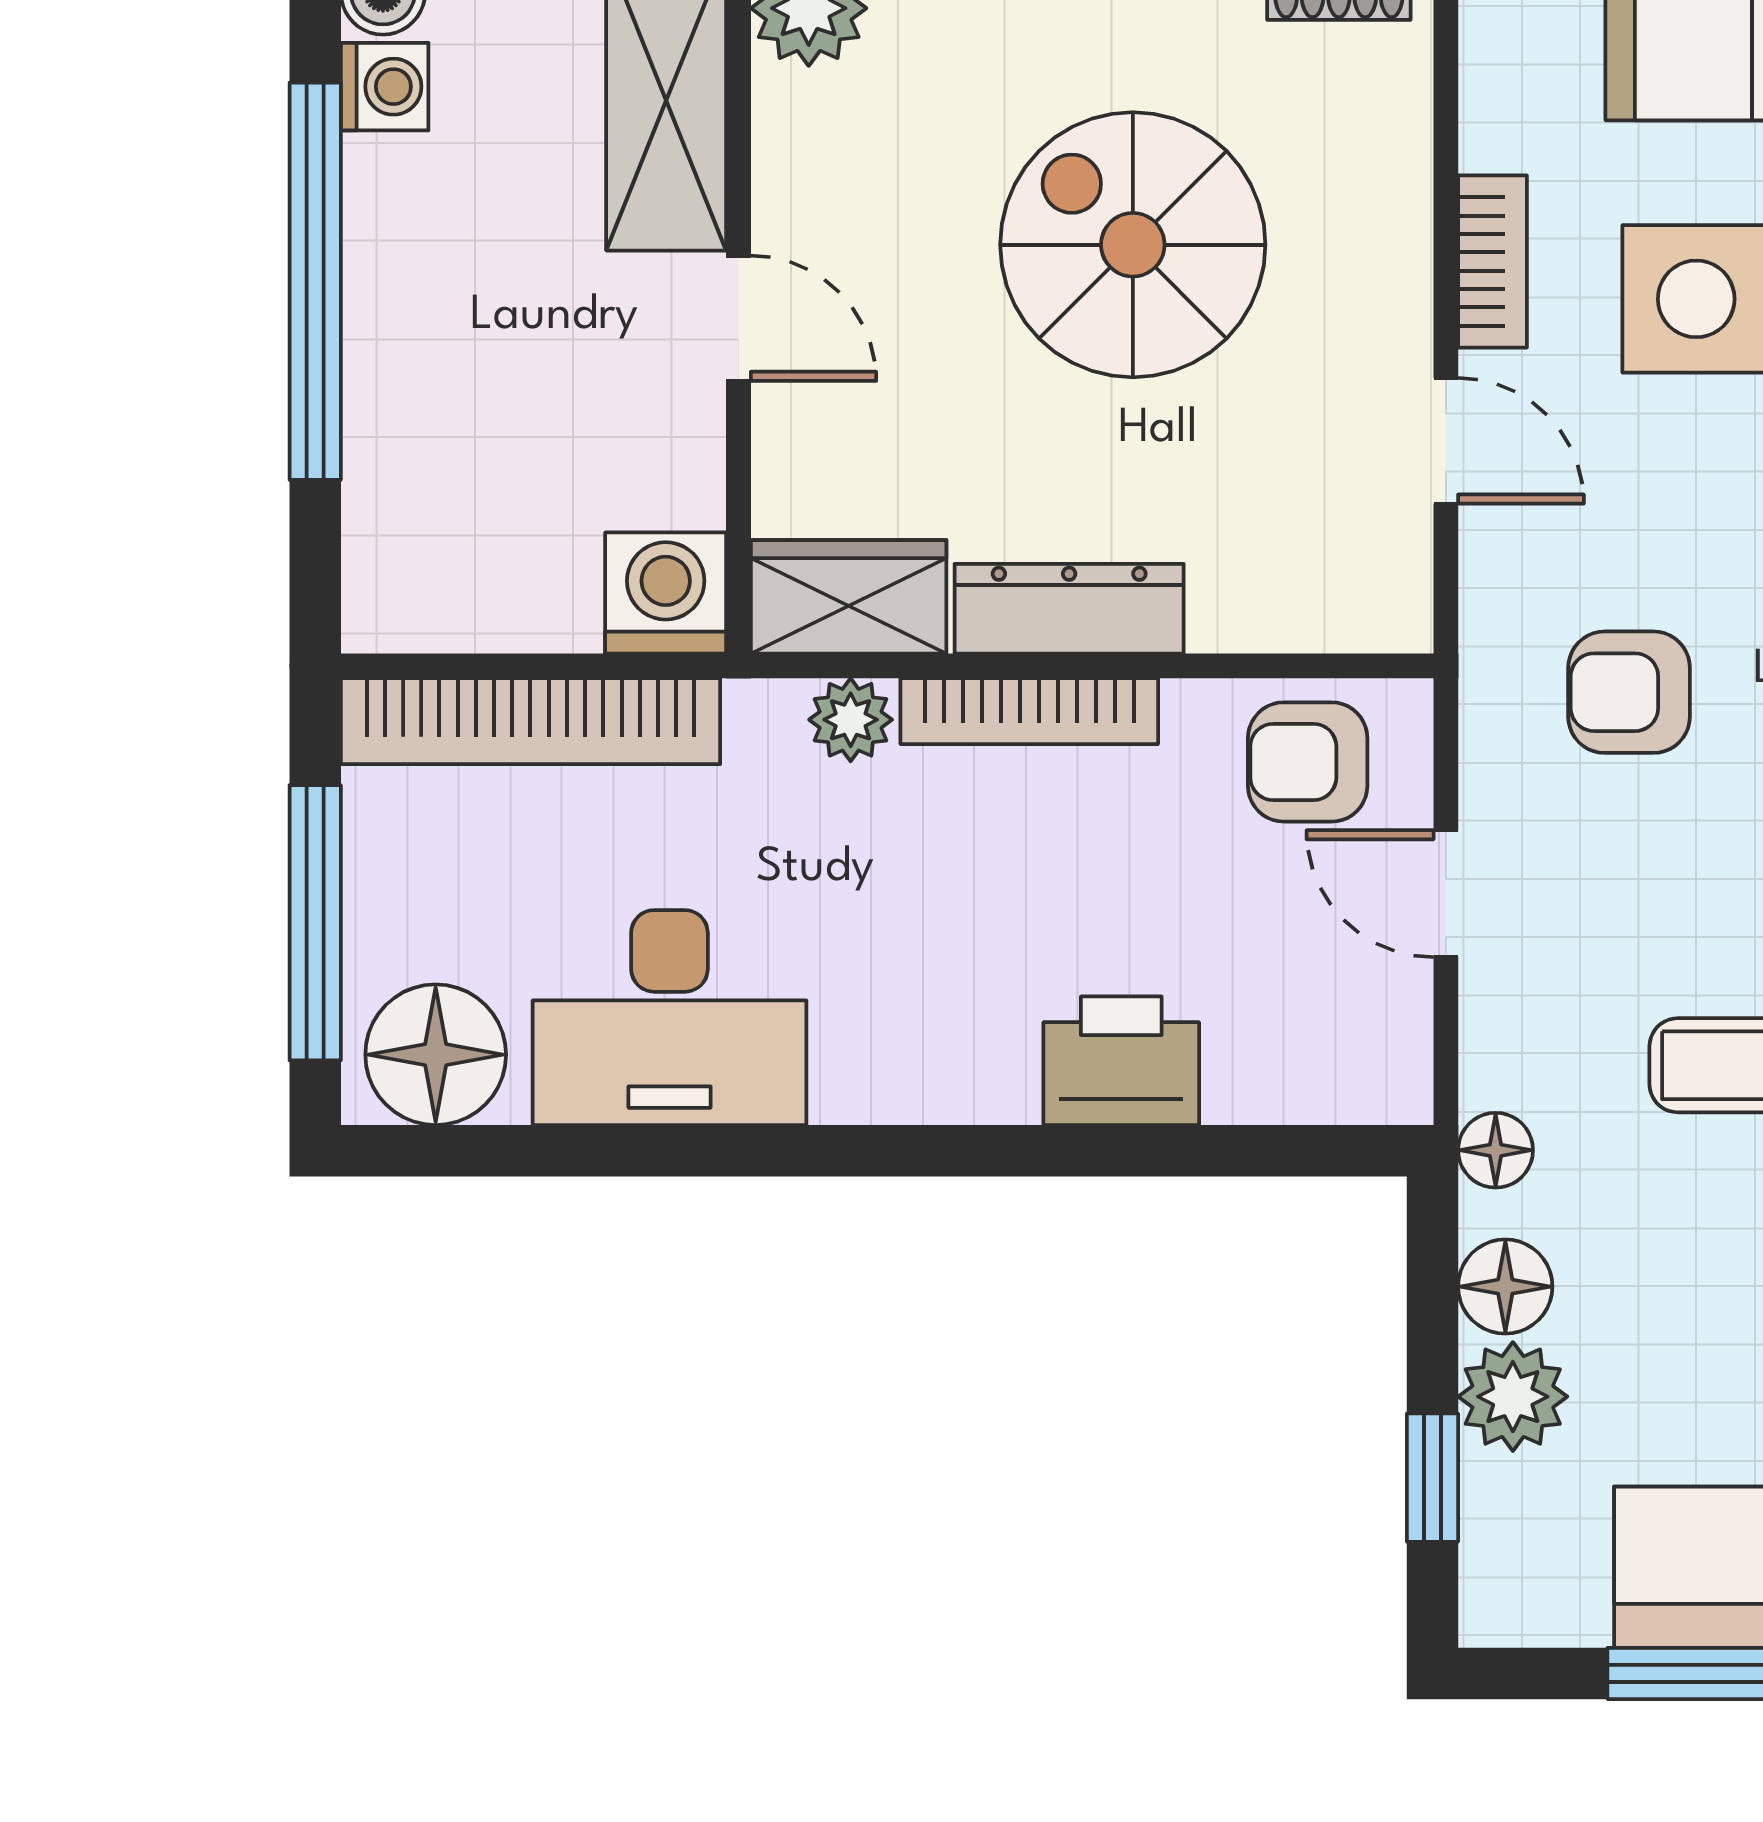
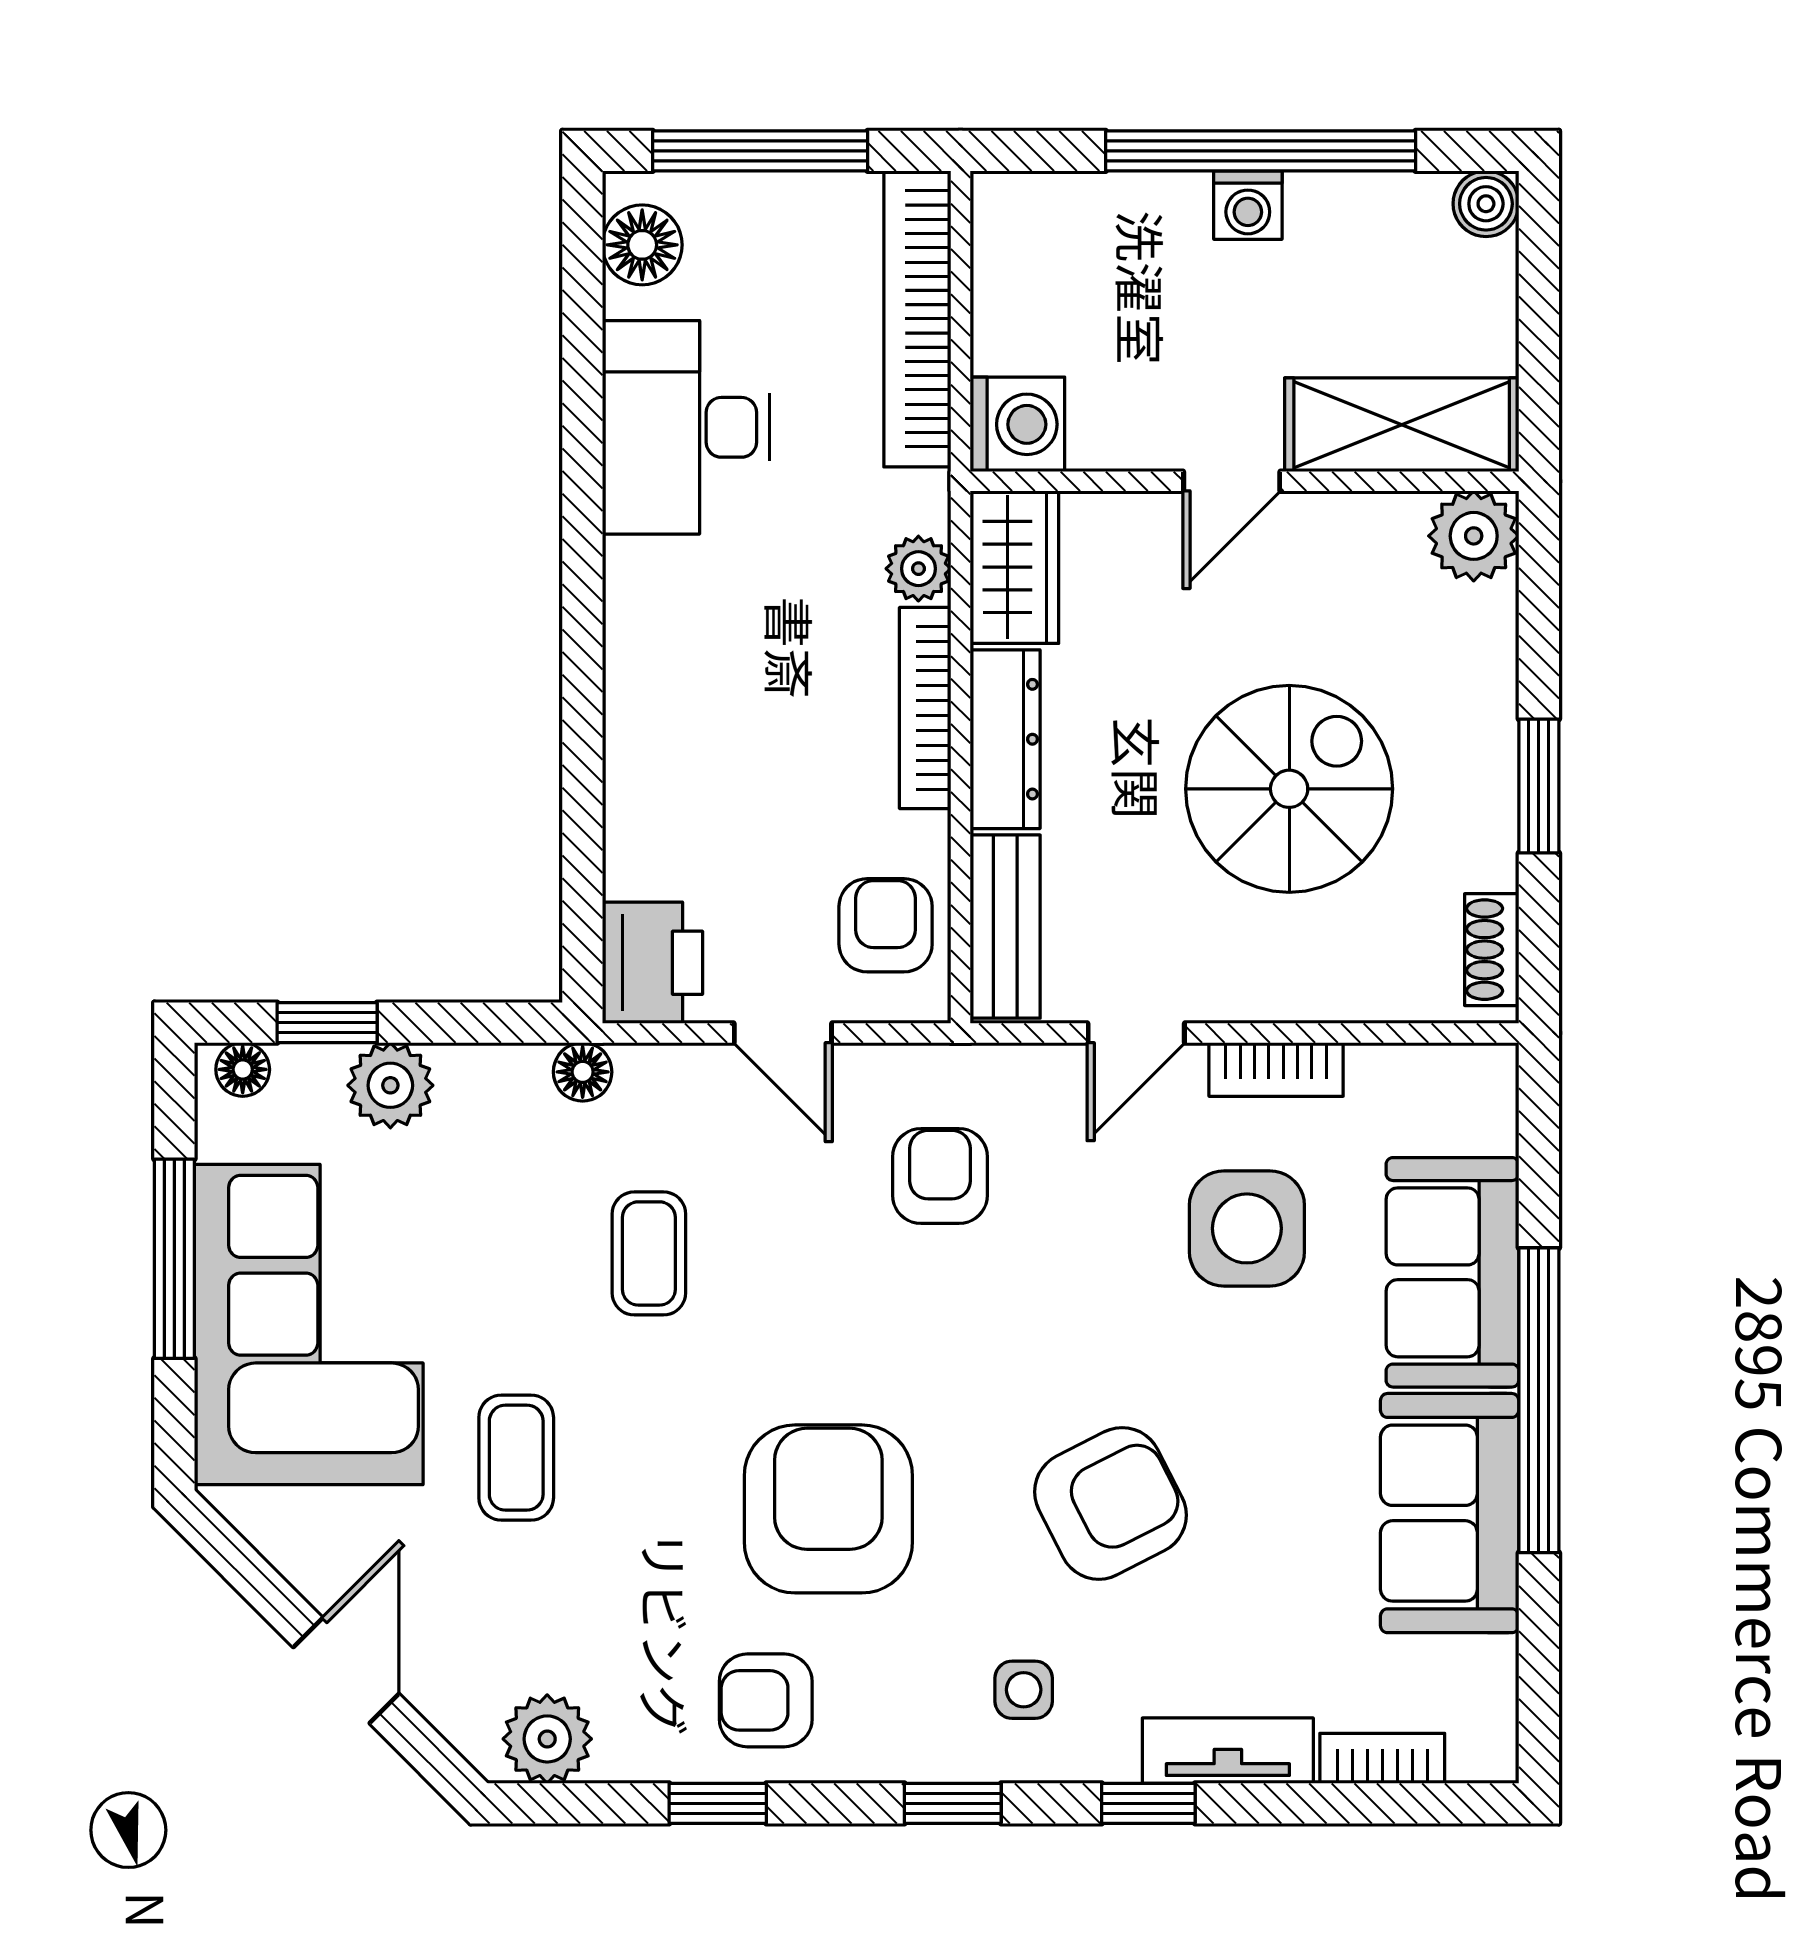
washing machine: (385, 87) -> (1248, 205), moved
bench: (1309, 609) -> (1005, 927), added
door: (1446, 894) -> (783, 1033), swing flipped
floor lamp: (436, 1055) -> (642, 245), width x0.73, depth x0.73
printer: (1121, 1061) -> (652, 963), moved
floor lamp: (1505, 1287) -> (243, 1069), moved, width x0.73, depth x0.73

